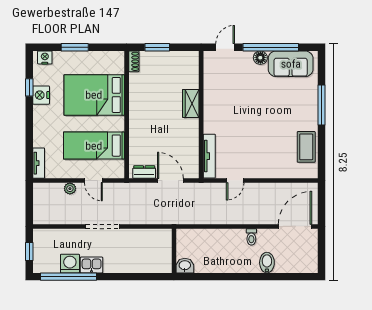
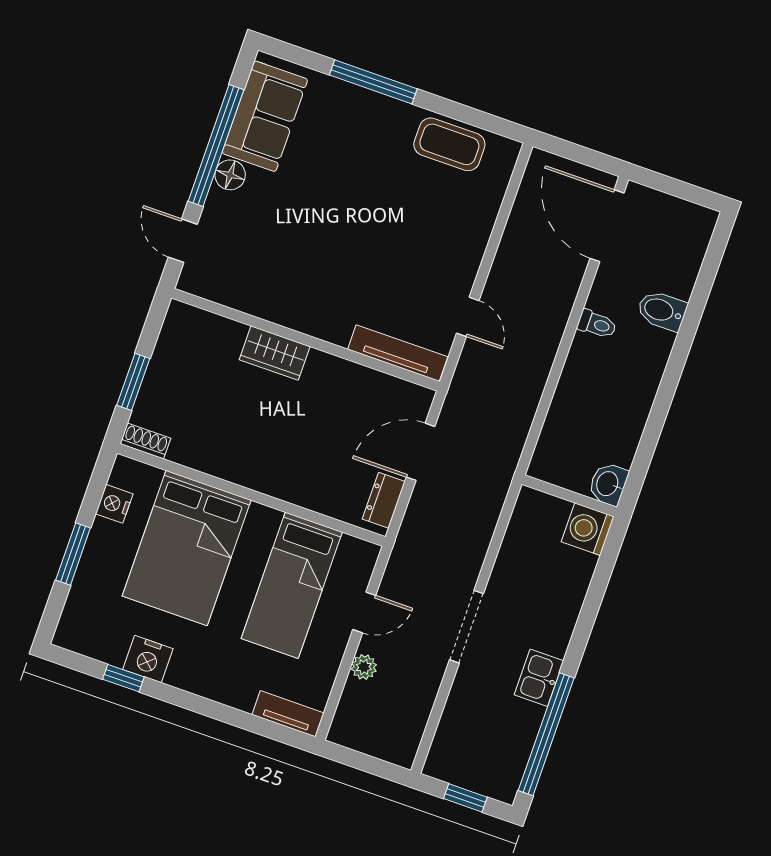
nightstand: (45, 57) -> (114, 504), moved
washing machine: (70, 264) -> (588, 529), moved

